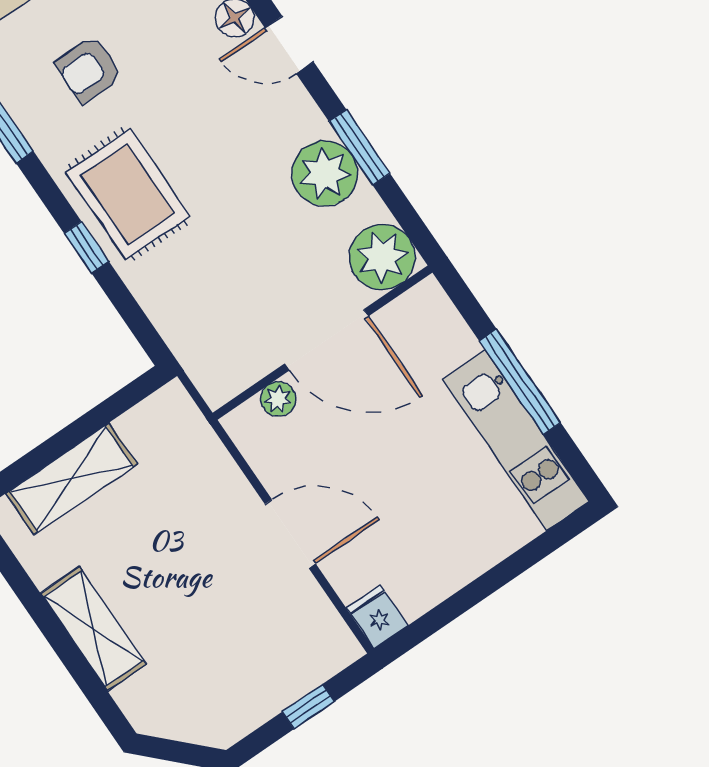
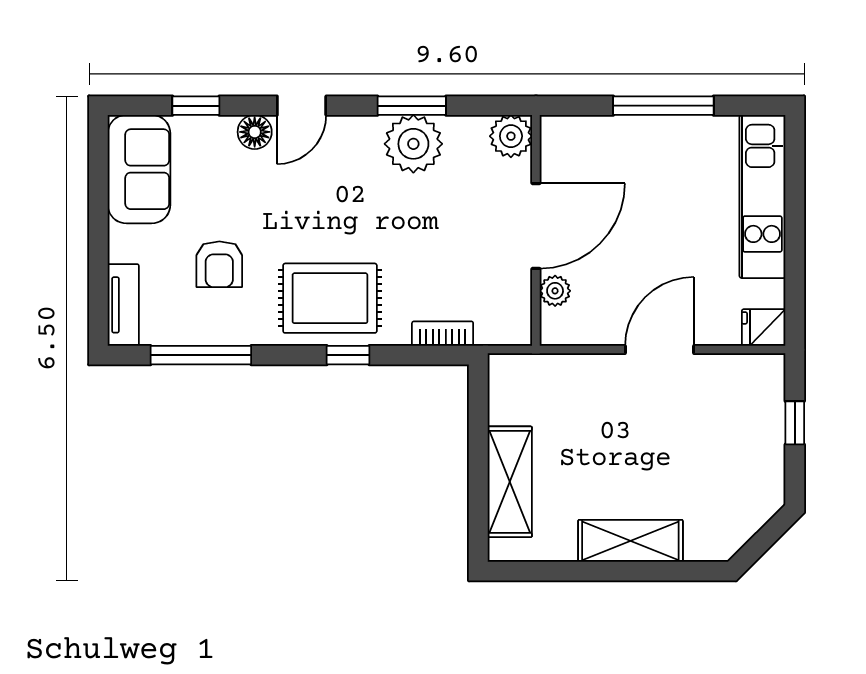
plant: (382, 257) -> (511, 136), width x0.73, depth x0.73
bookcase: (167, 322) -> (443, 334), added
kitchen unit: (516, 440) -> (762, 196), moved, turned 90

